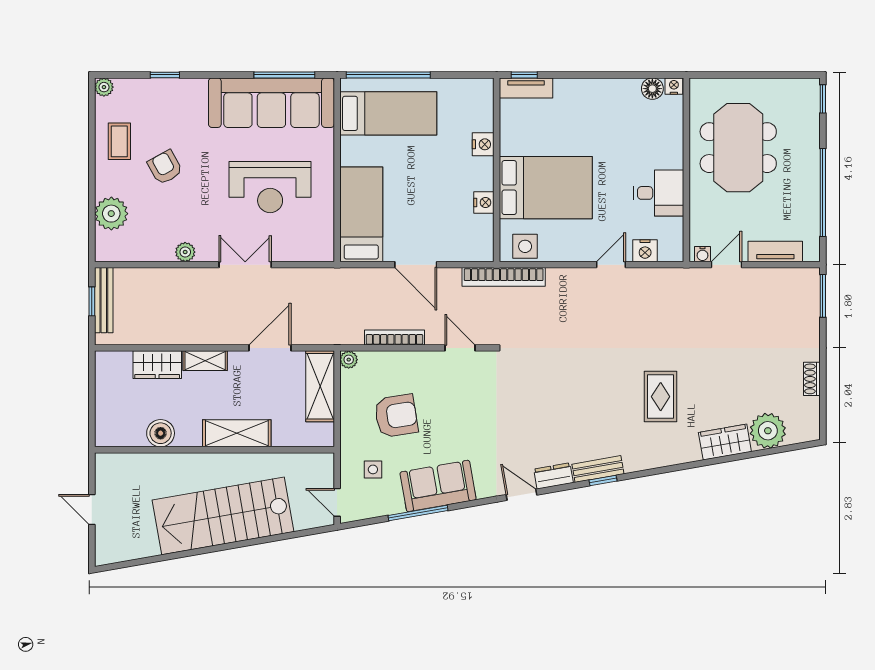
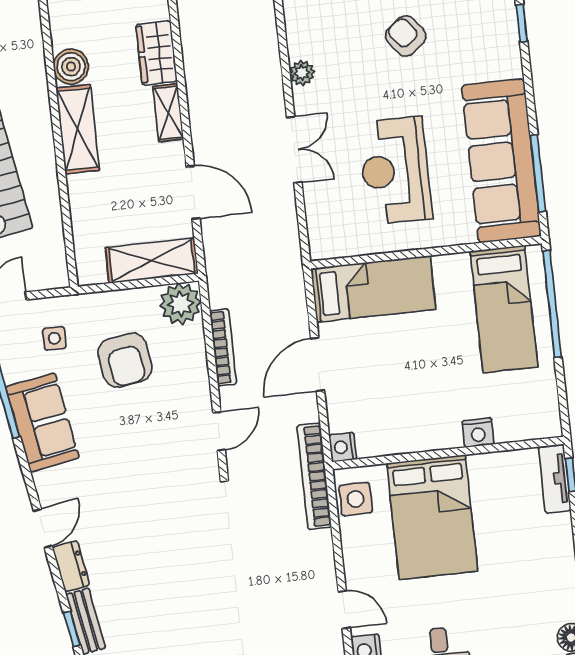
armchair: (165, 167) -> (406, 36), turned -99
nightstand: (484, 203) -> (343, 447), moved, turned 90
plant: (349, 360) -> (180, 304), width x1.87, depth x1.87
shelving: (237, 433) -> (78, 129), moved

